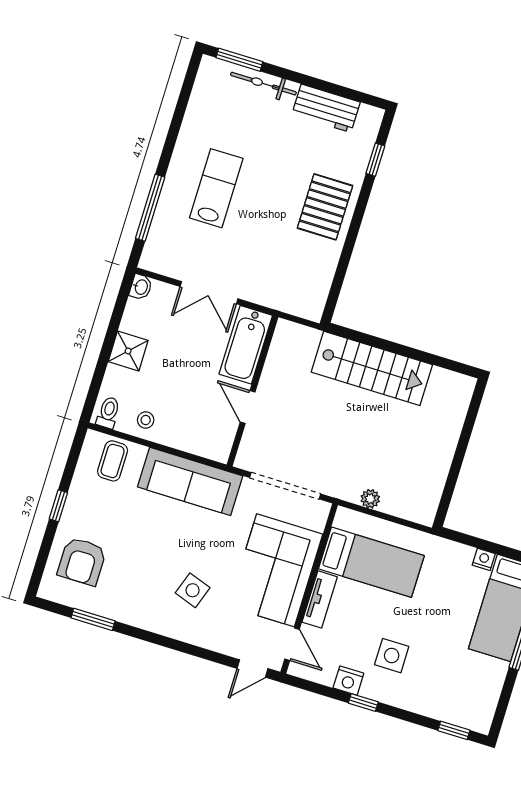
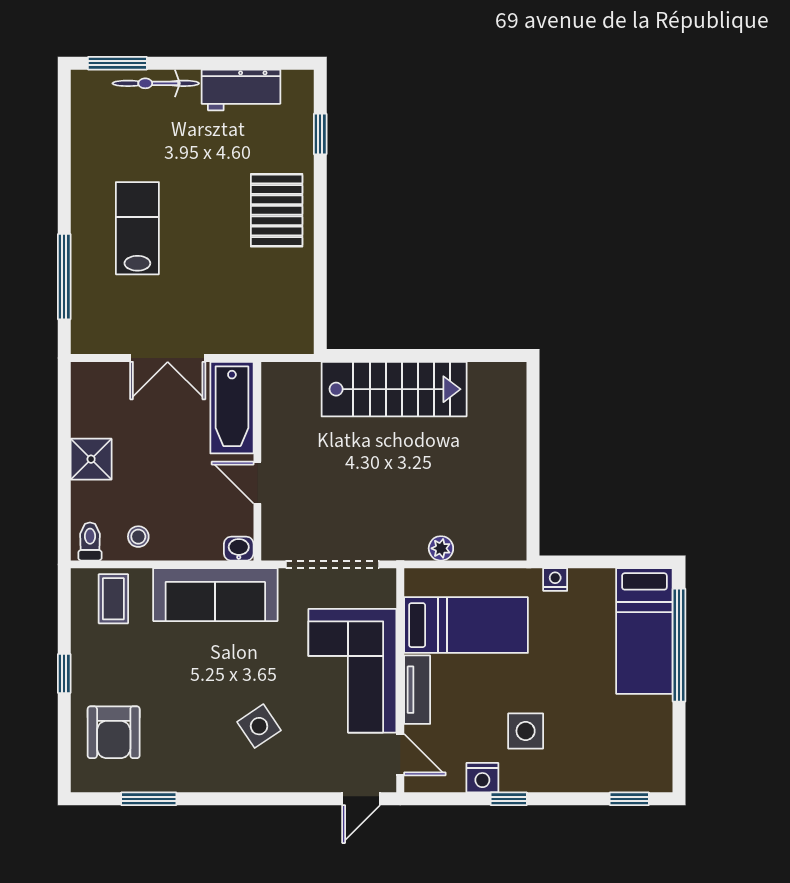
washbasin: (141, 287) -> (239, 549), moved, turned -90
nightstand: (484, 559) -> (555, 580), moved
side table: (193, 590) -> (259, 726), turned 37

